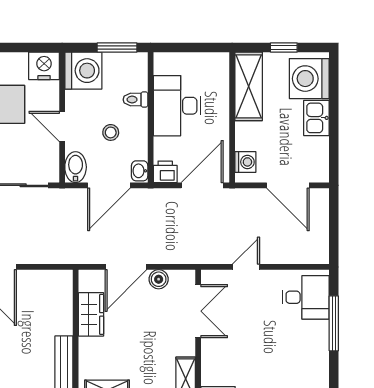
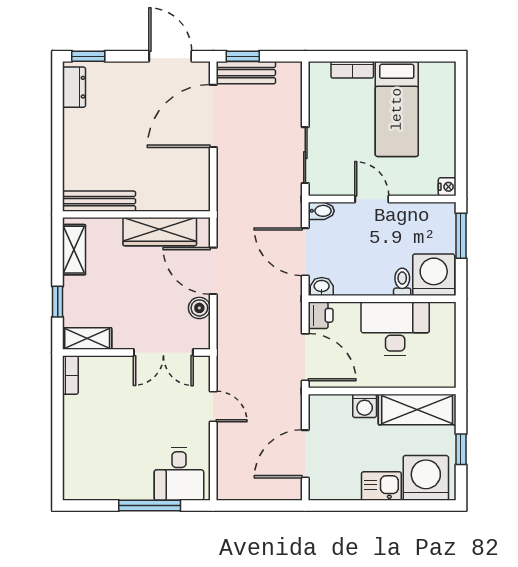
window: (117, 48) -> (461, 236), moved
nightstand: (44, 66) -> (447, 187), width x0.53, depth x0.56
washing machine: (83, 71) -> (434, 275), moved, turned 180
door: (62, 126) -> (372, 199), hinge flipped
stool: (111, 132) -> (365, 254), removed
washing machine: (245, 162) -> (365, 406), moved
bidet: (76, 167) -> (321, 211), width x0.72, depth x0.74
wardrobe: (91, 314) -> (160, 232), width x1.50

